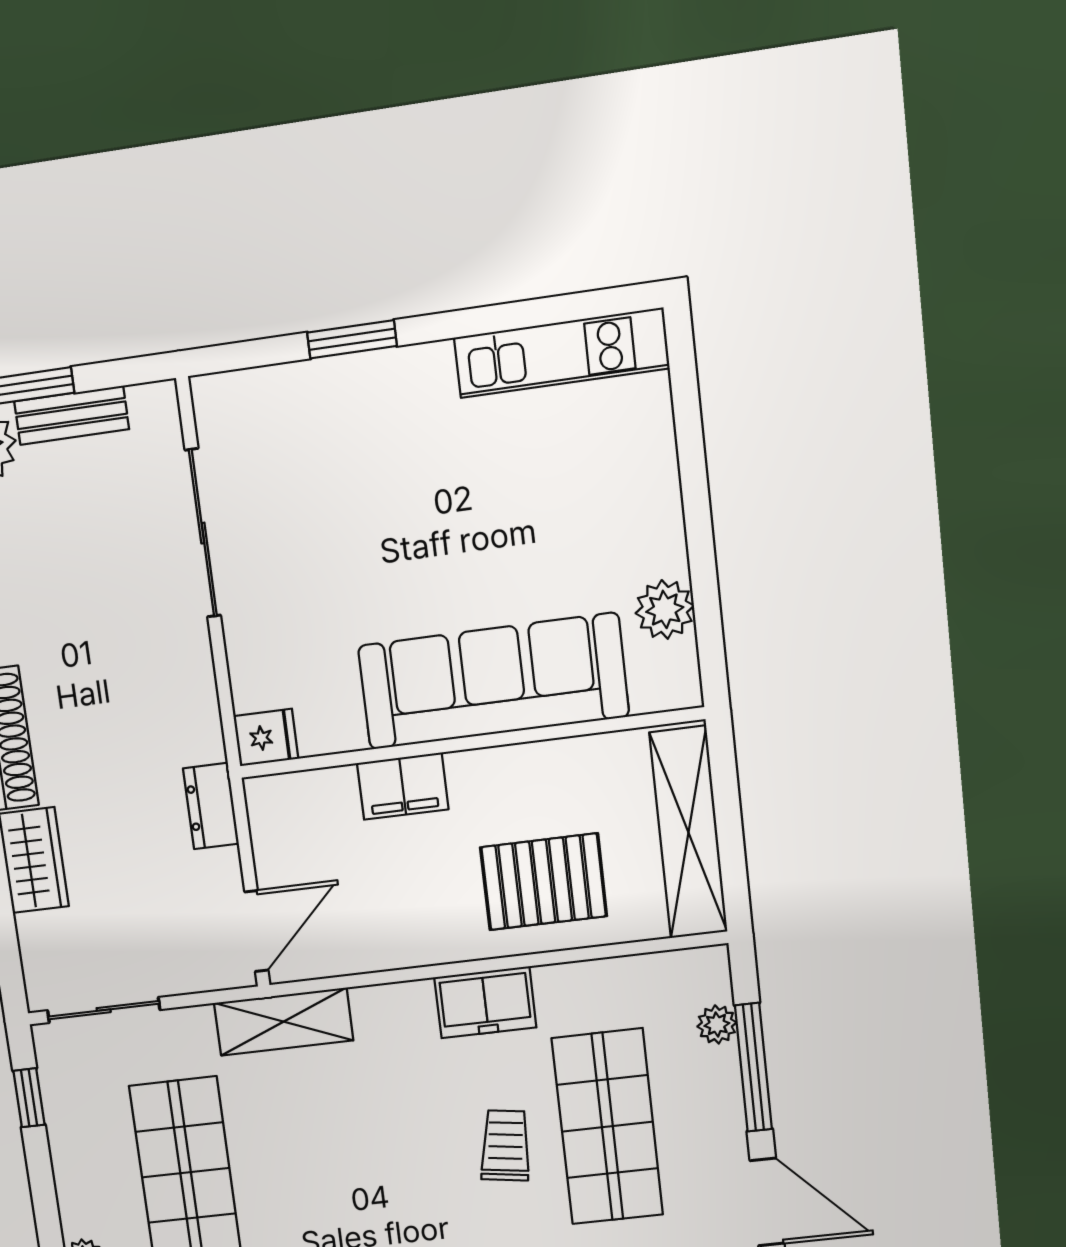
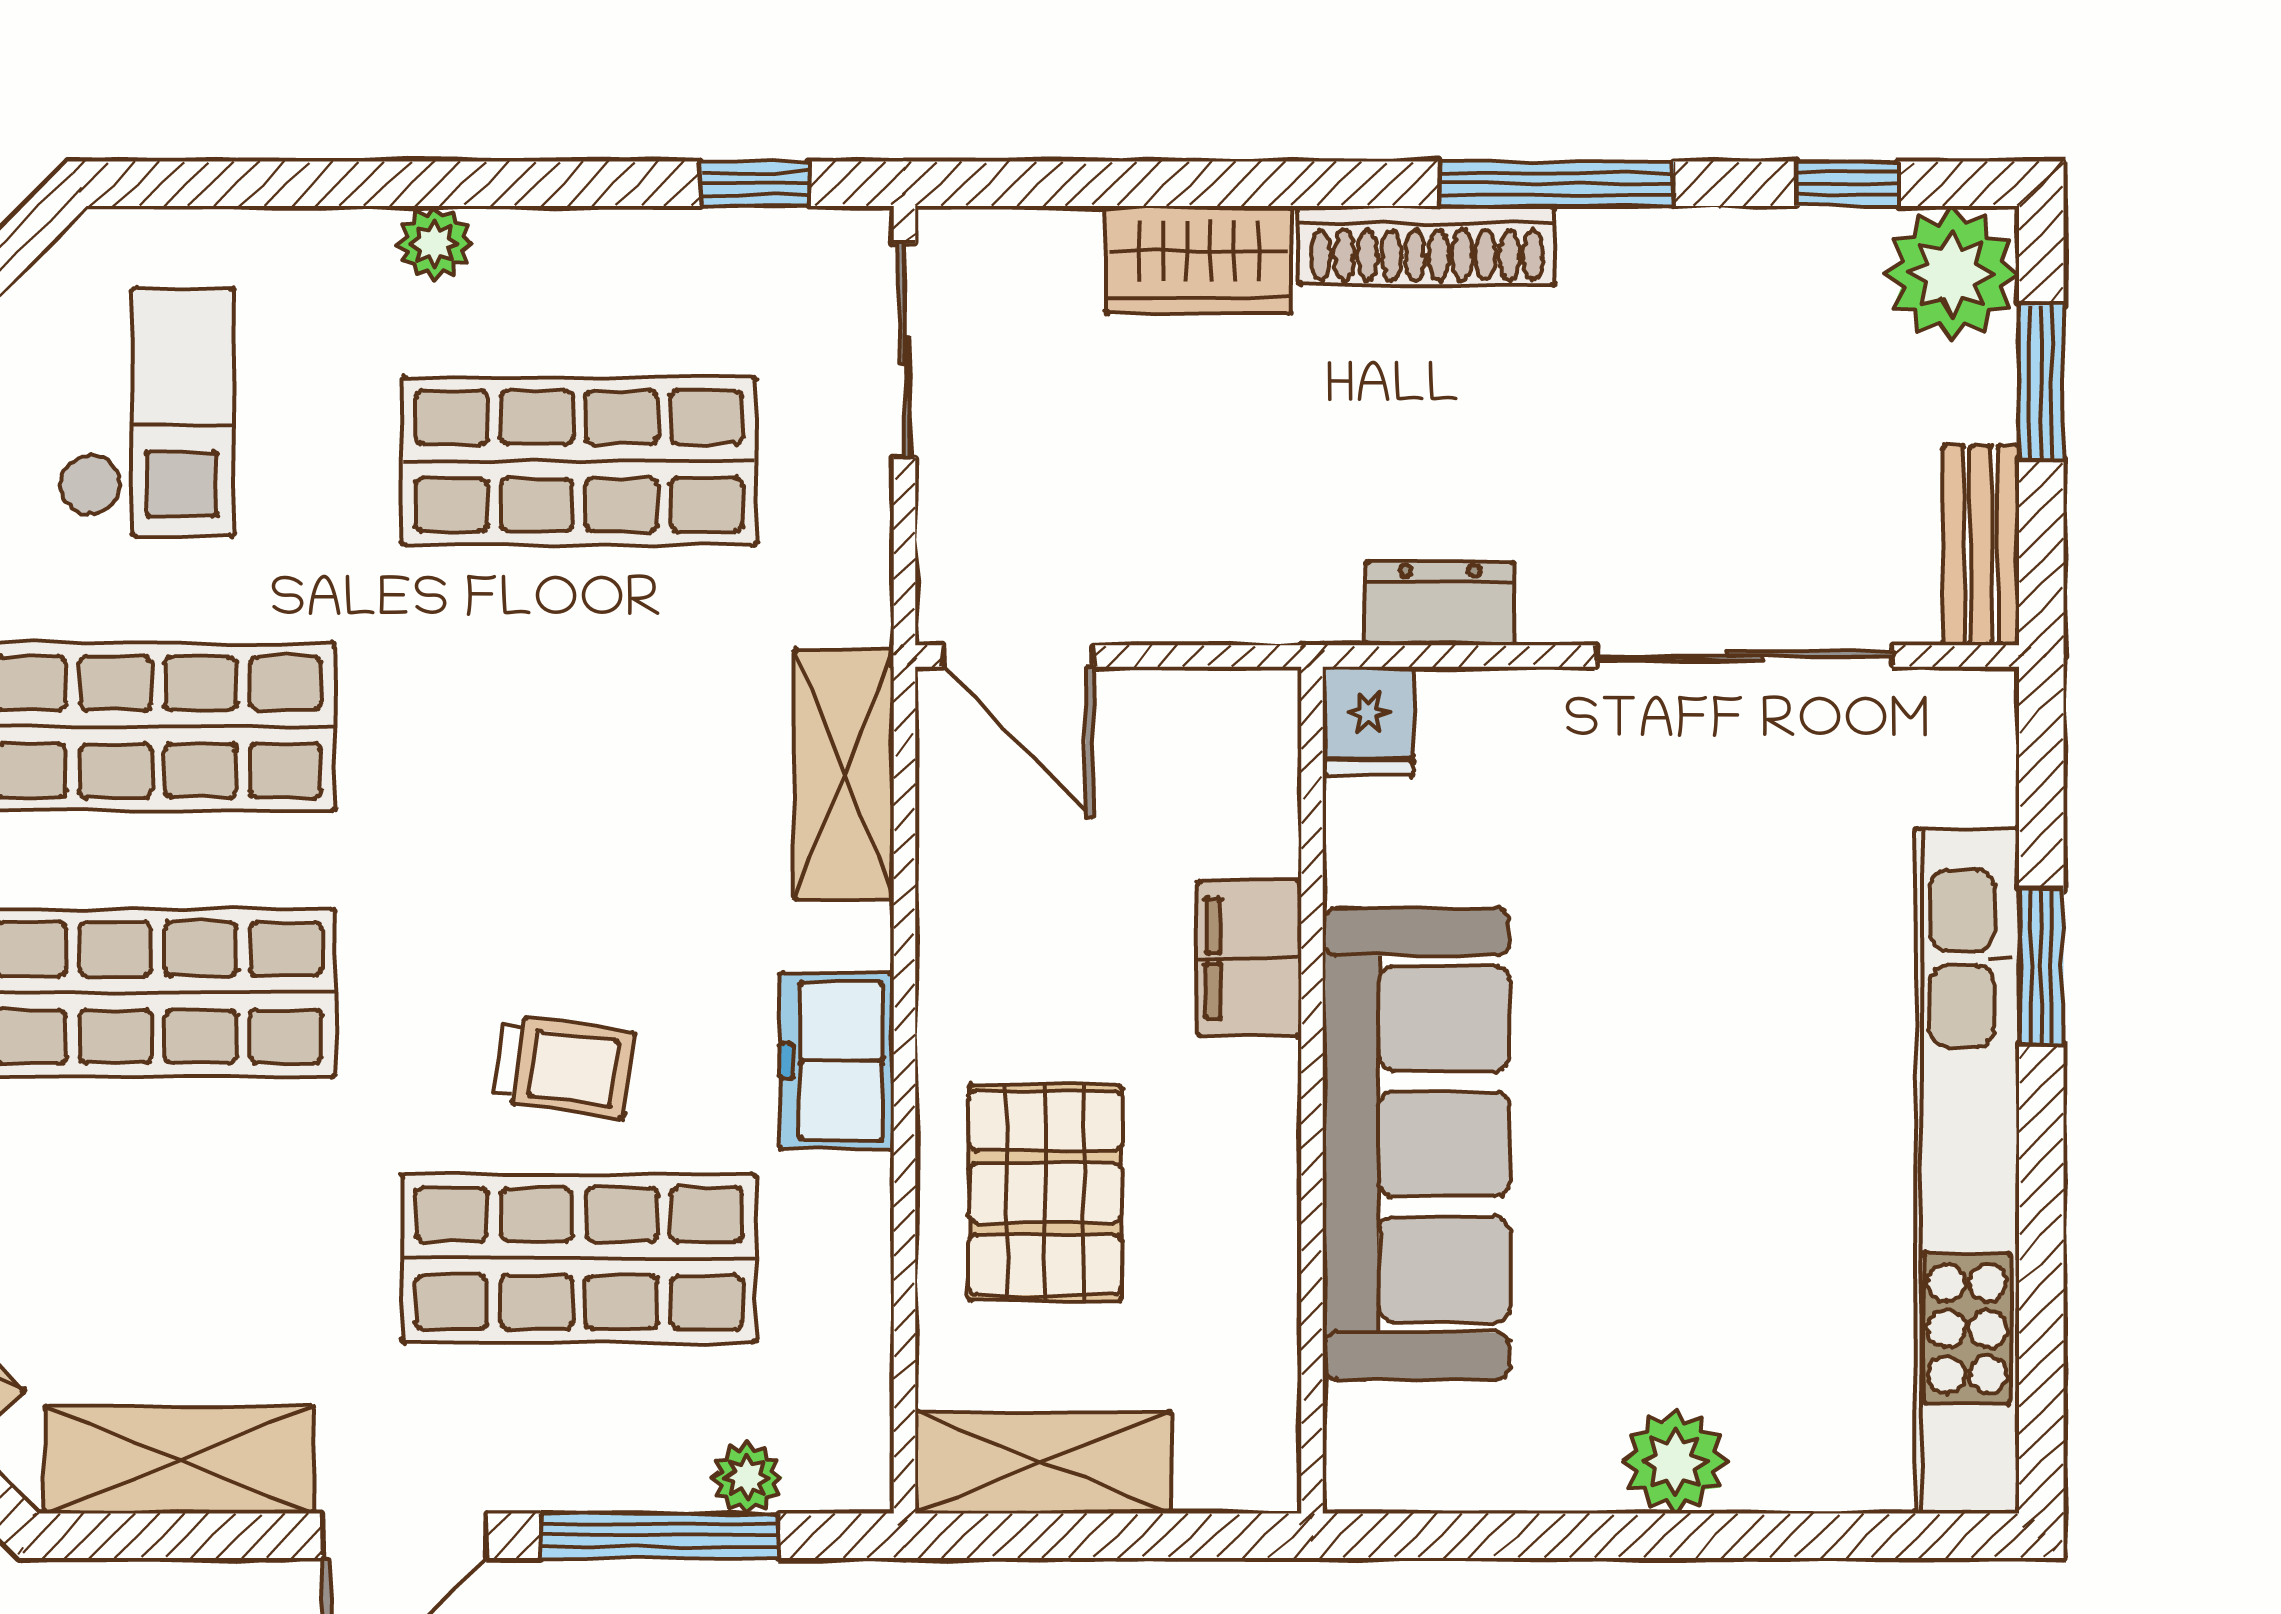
kitchen unit: (562, 353) -> (1967, 1171), width x1.86
bench: (72, 415) -> (1981, 545), moved
plant: (665, 609) -> (1675, 1462), moved
dresser: (211, 806) -> (1440, 603), moved
shelving: (688, 832) -> (1043, 1462), width x0.68
shelving: (284, 1022) -> (844, 774), moved

